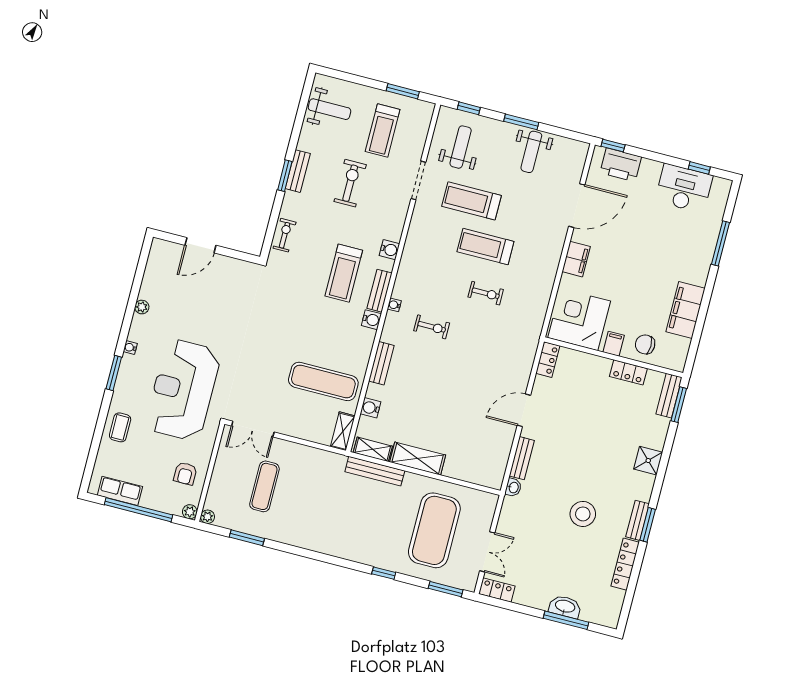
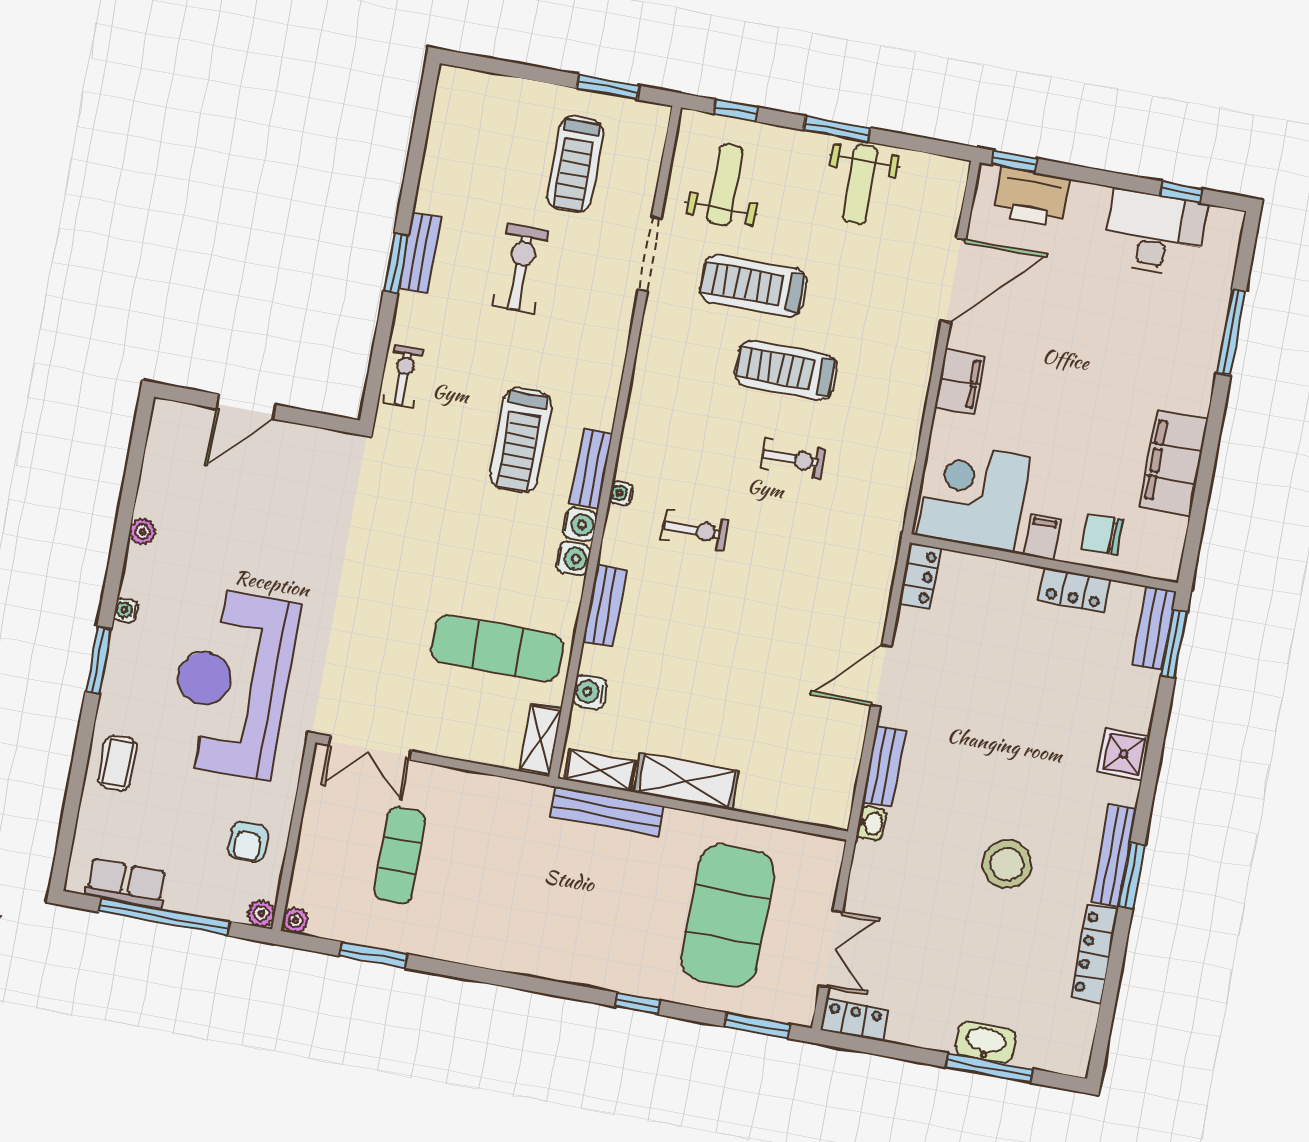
weight bench: (330, 109) -> (472, 131), removed
water cooler: (389, 250) -> (573, 558), moved
bench: (638, 520) -> (1114, 856), width x1.36

